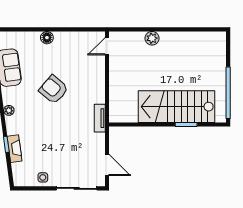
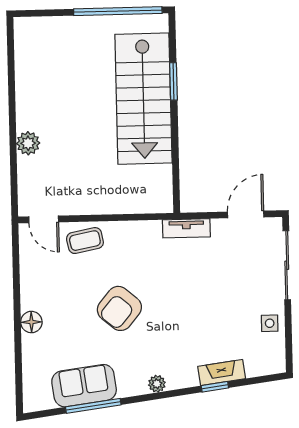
coffee table: (94, 70) -> (85, 241), added
tv unit: (100, 118) -> (186, 228), moved

